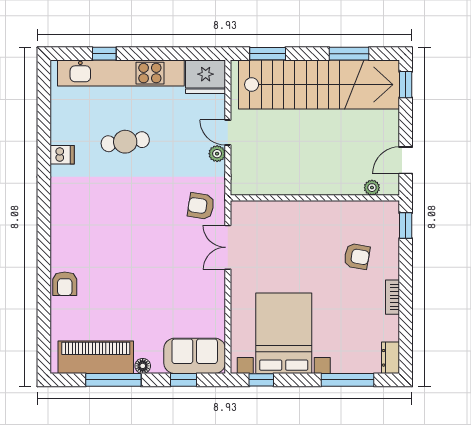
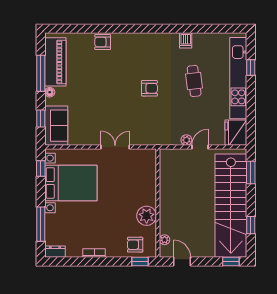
window: (349, 54) -> (251, 225), width x0.67
armchair: (201, 206) -> (149, 88), moved, turned 81
plant: (335, 216) -> (147, 216), added
double door: (228, 247) -> (115, 147), moved
armchair: (357, 256) -> (135, 245), moved, turned 80

